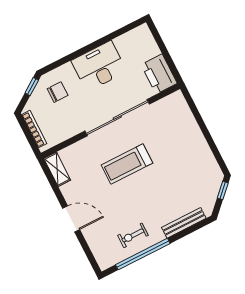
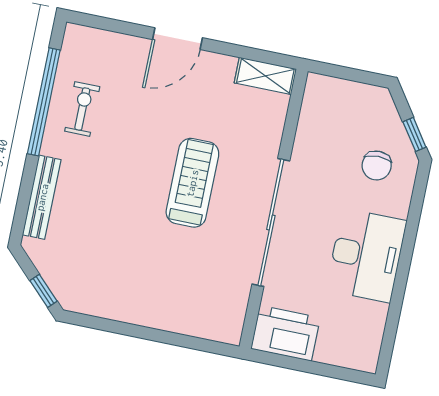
bookcase: (34, 129) -> (350, 89), removed

